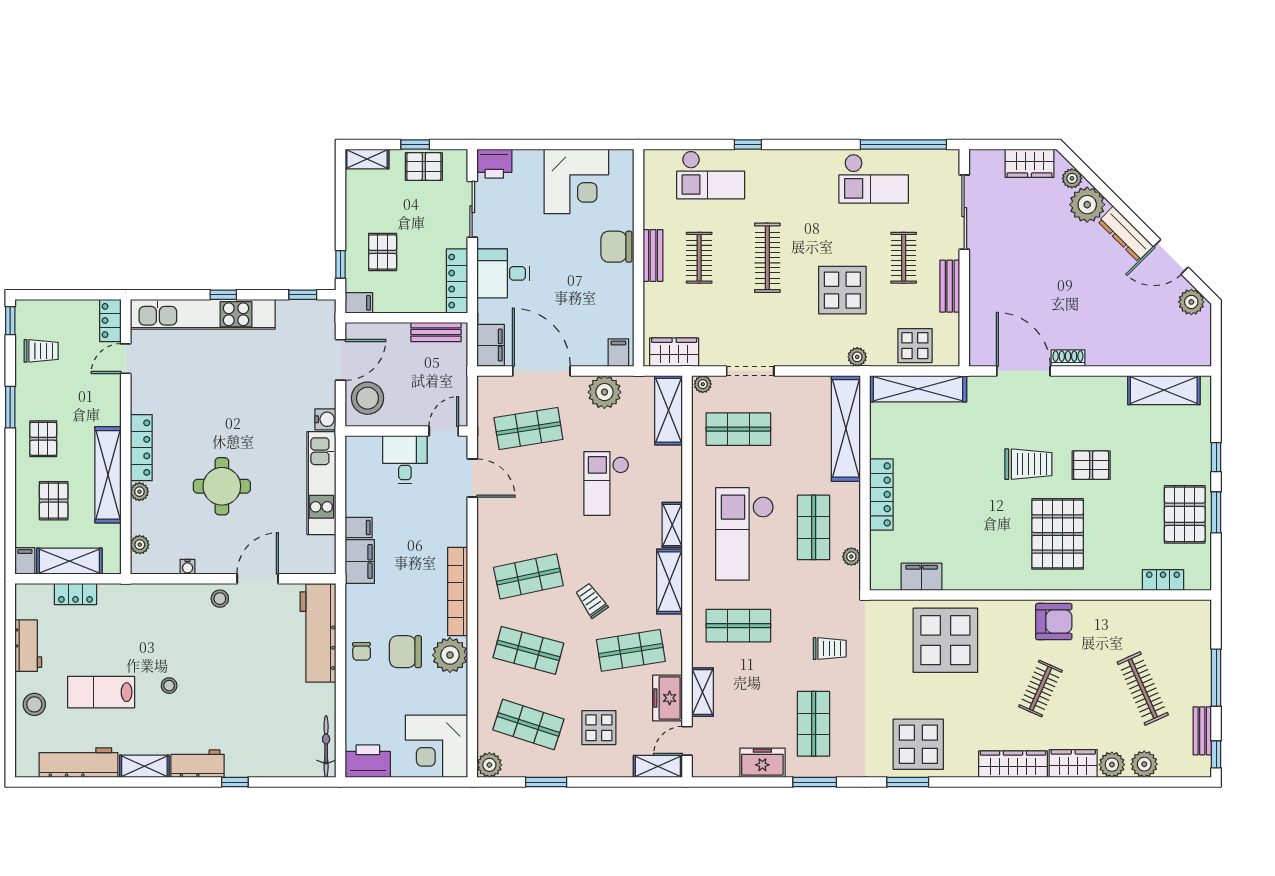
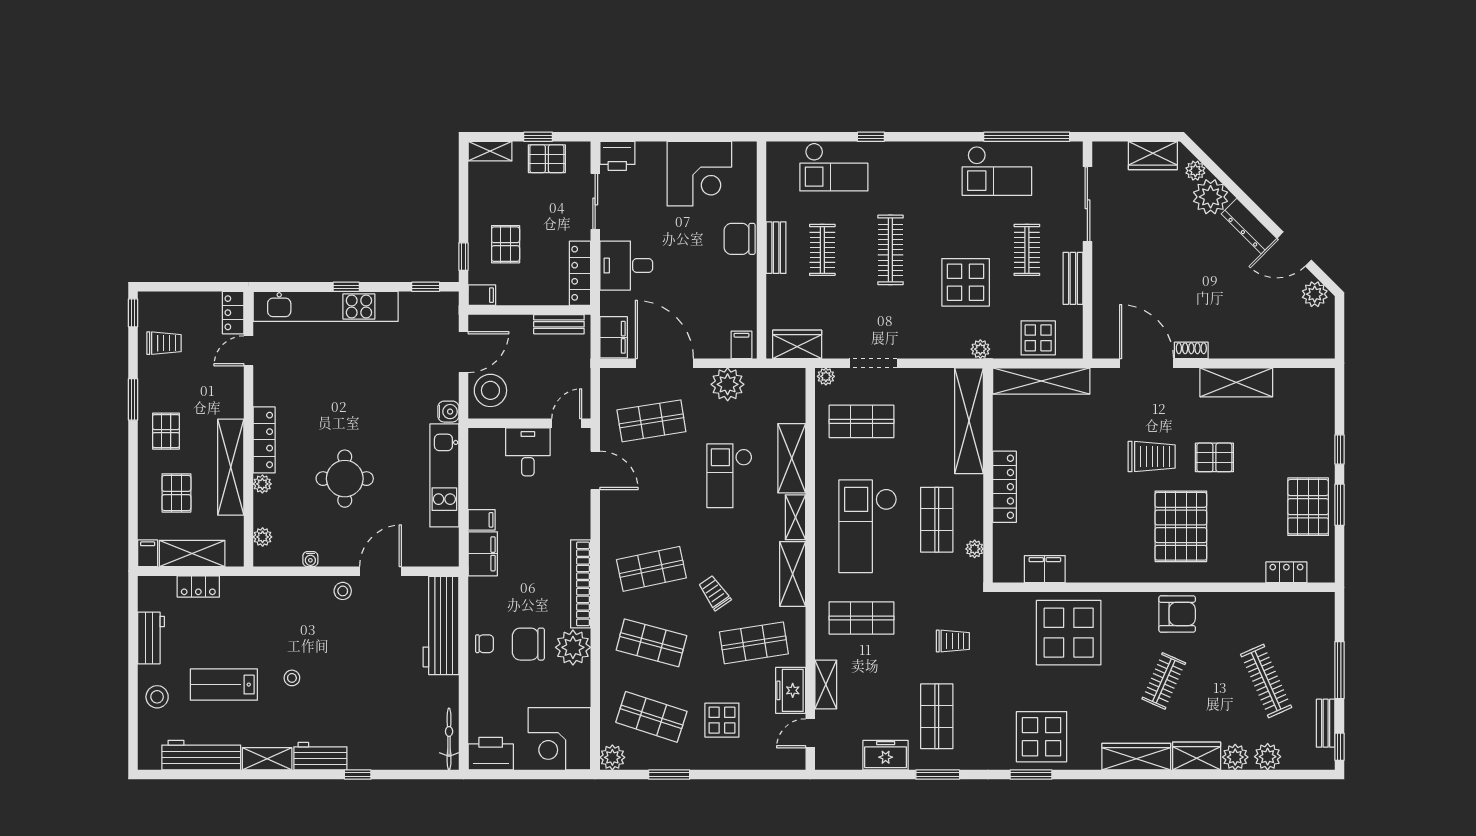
shelving: (1164, 390) -> (1236, 382), moved
shelving: (669, 410) -> (792, 458), moved
chair: (362, 651) -> (485, 644), turned -89
shelving: (658, 766) -> (781, 759), removed

